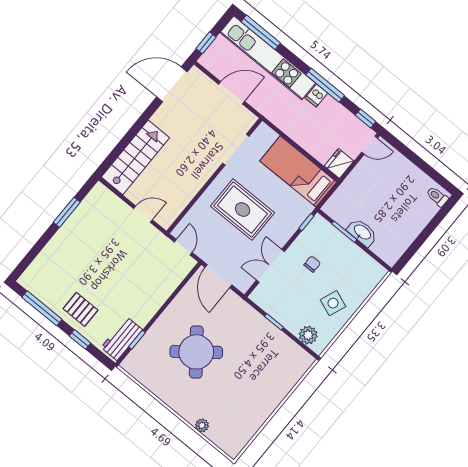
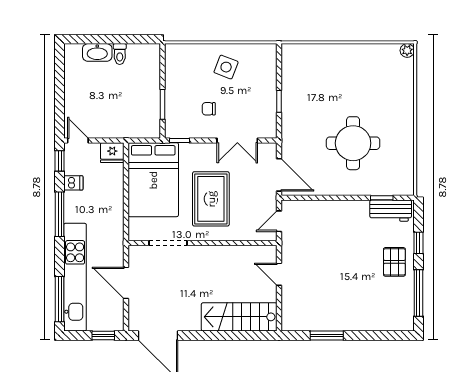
dishwasher: (316, 96) -> (73, 183), moved
bed: (298, 171) -> (153, 180), width x1.50
toilet: (437, 197) -> (120, 54), moved
washbasin: (362, 232) -> (97, 52), moved, turned -90
door: (218, 276) -> (279, 175), hinge flipped
plant: (308, 335) -> (267, 66), removed
round table: (196, 352) -> (353, 143), turned 38
plant: (202, 425) -> (407, 50), moved

